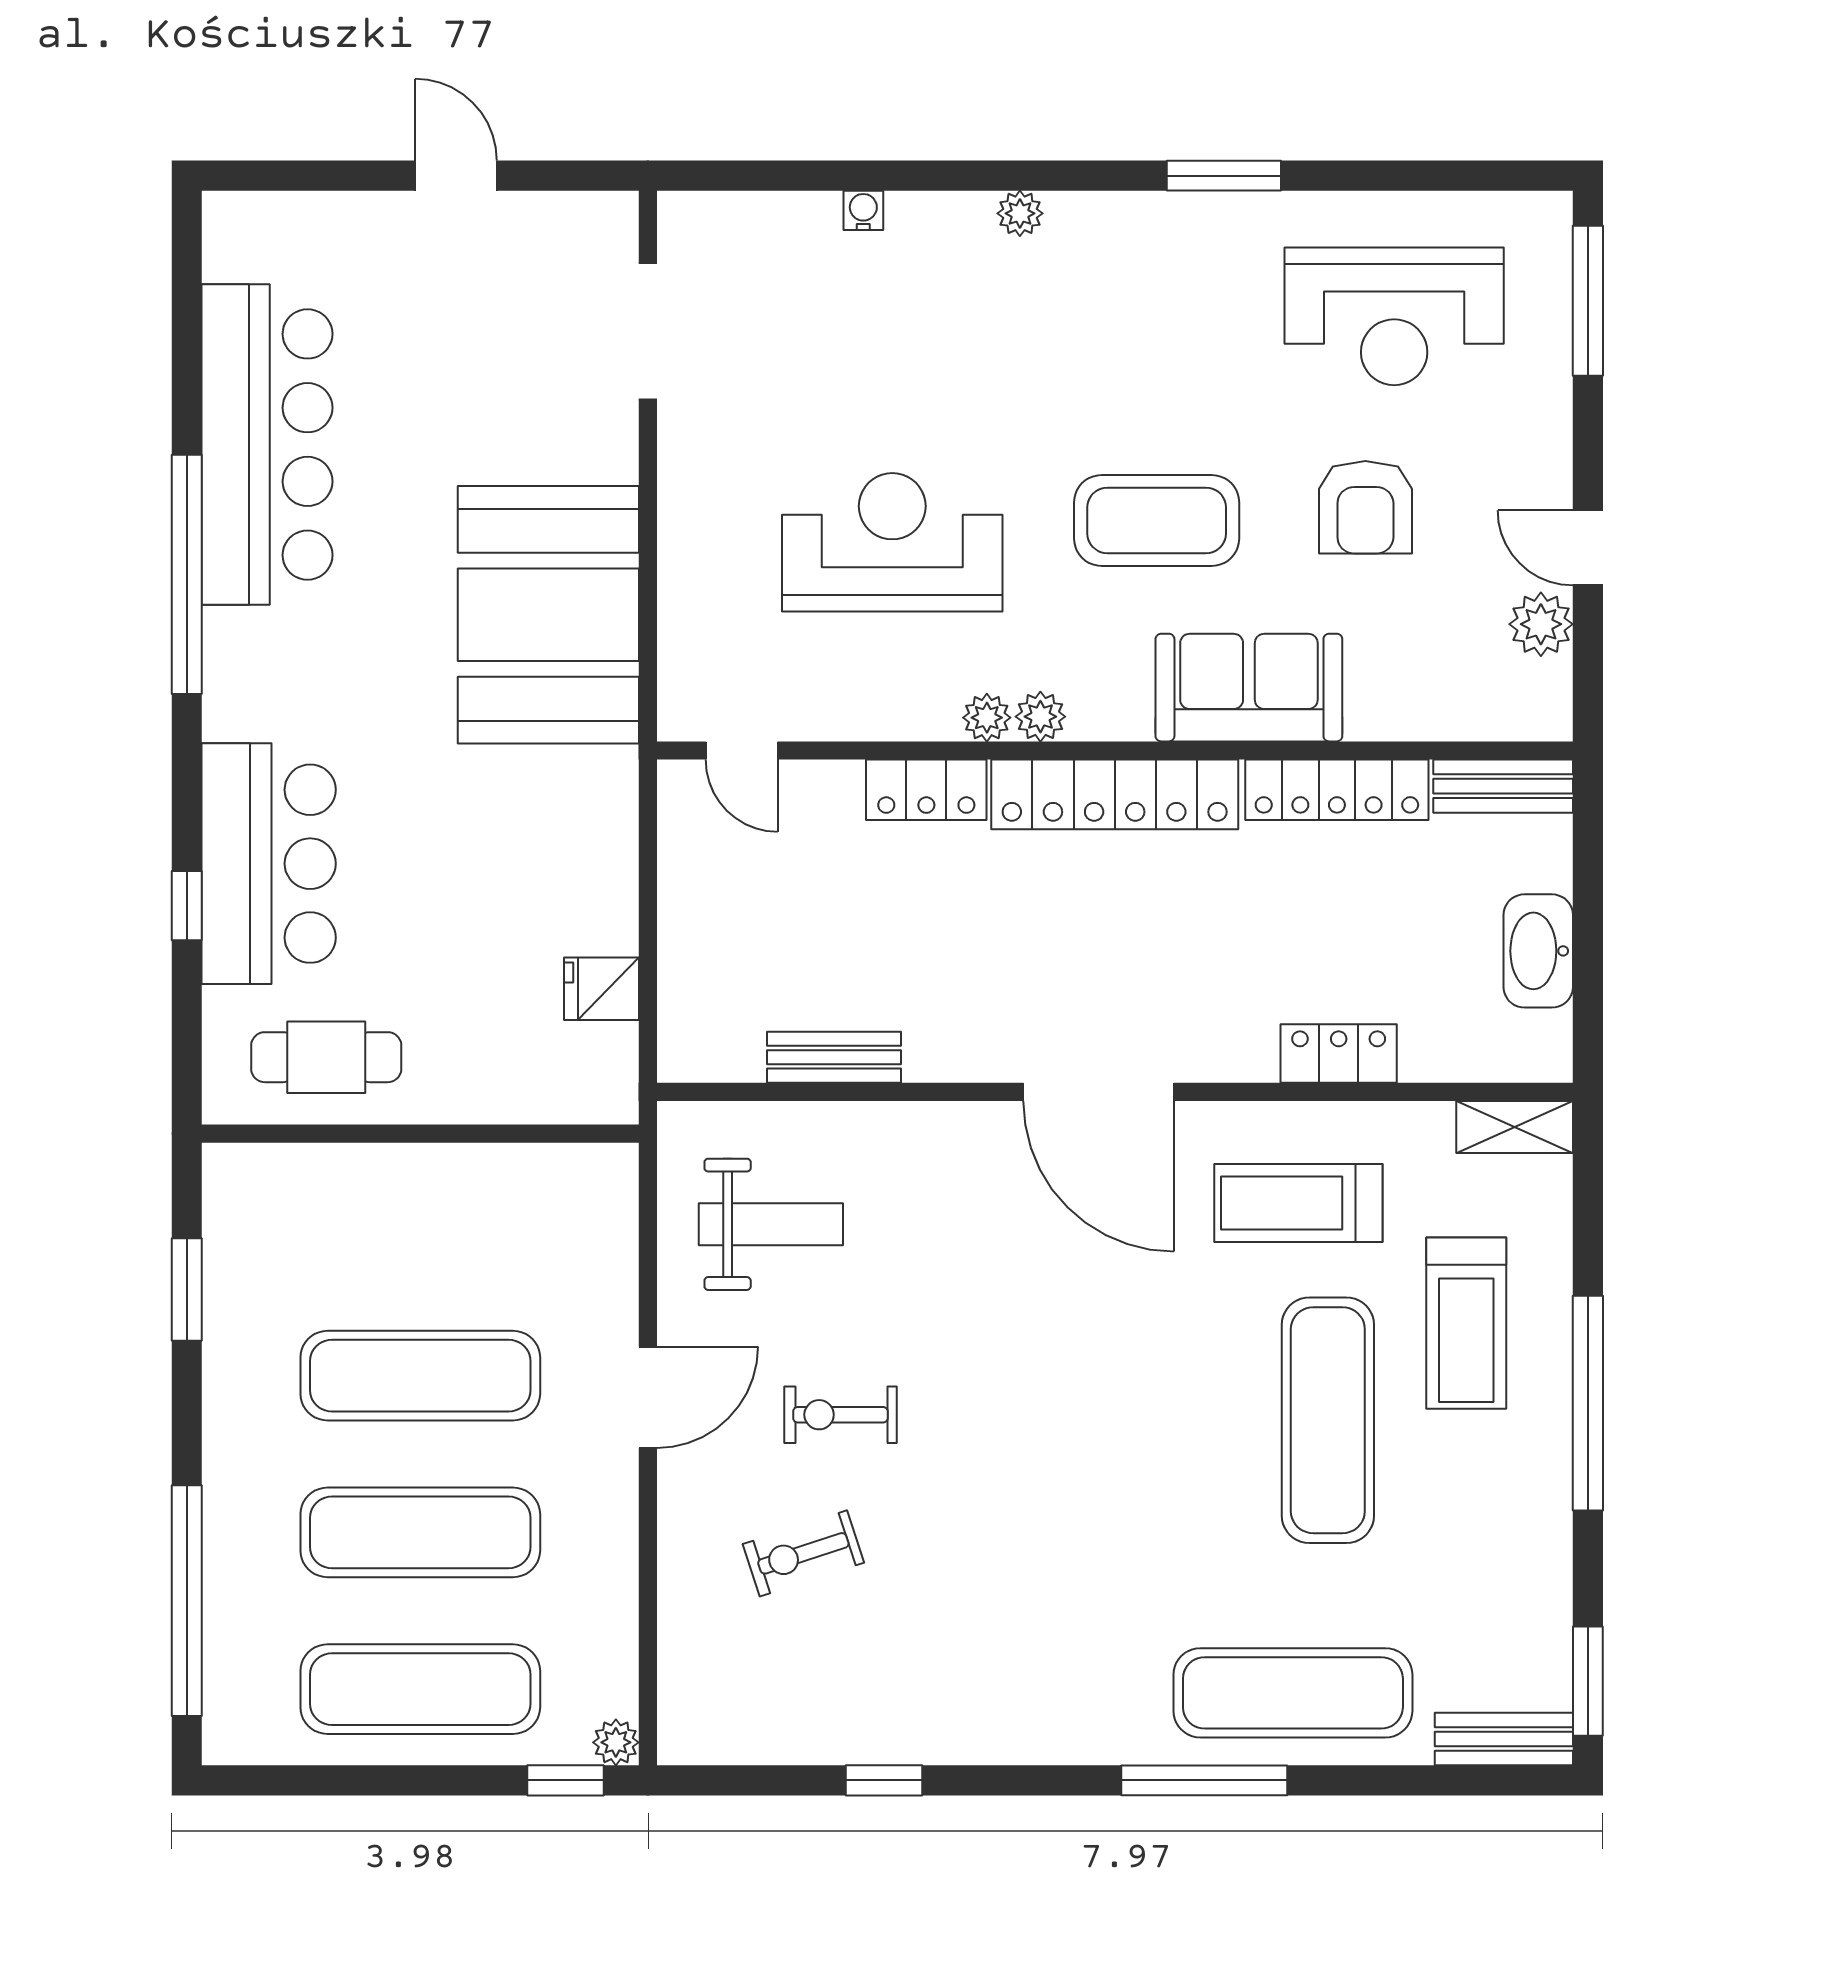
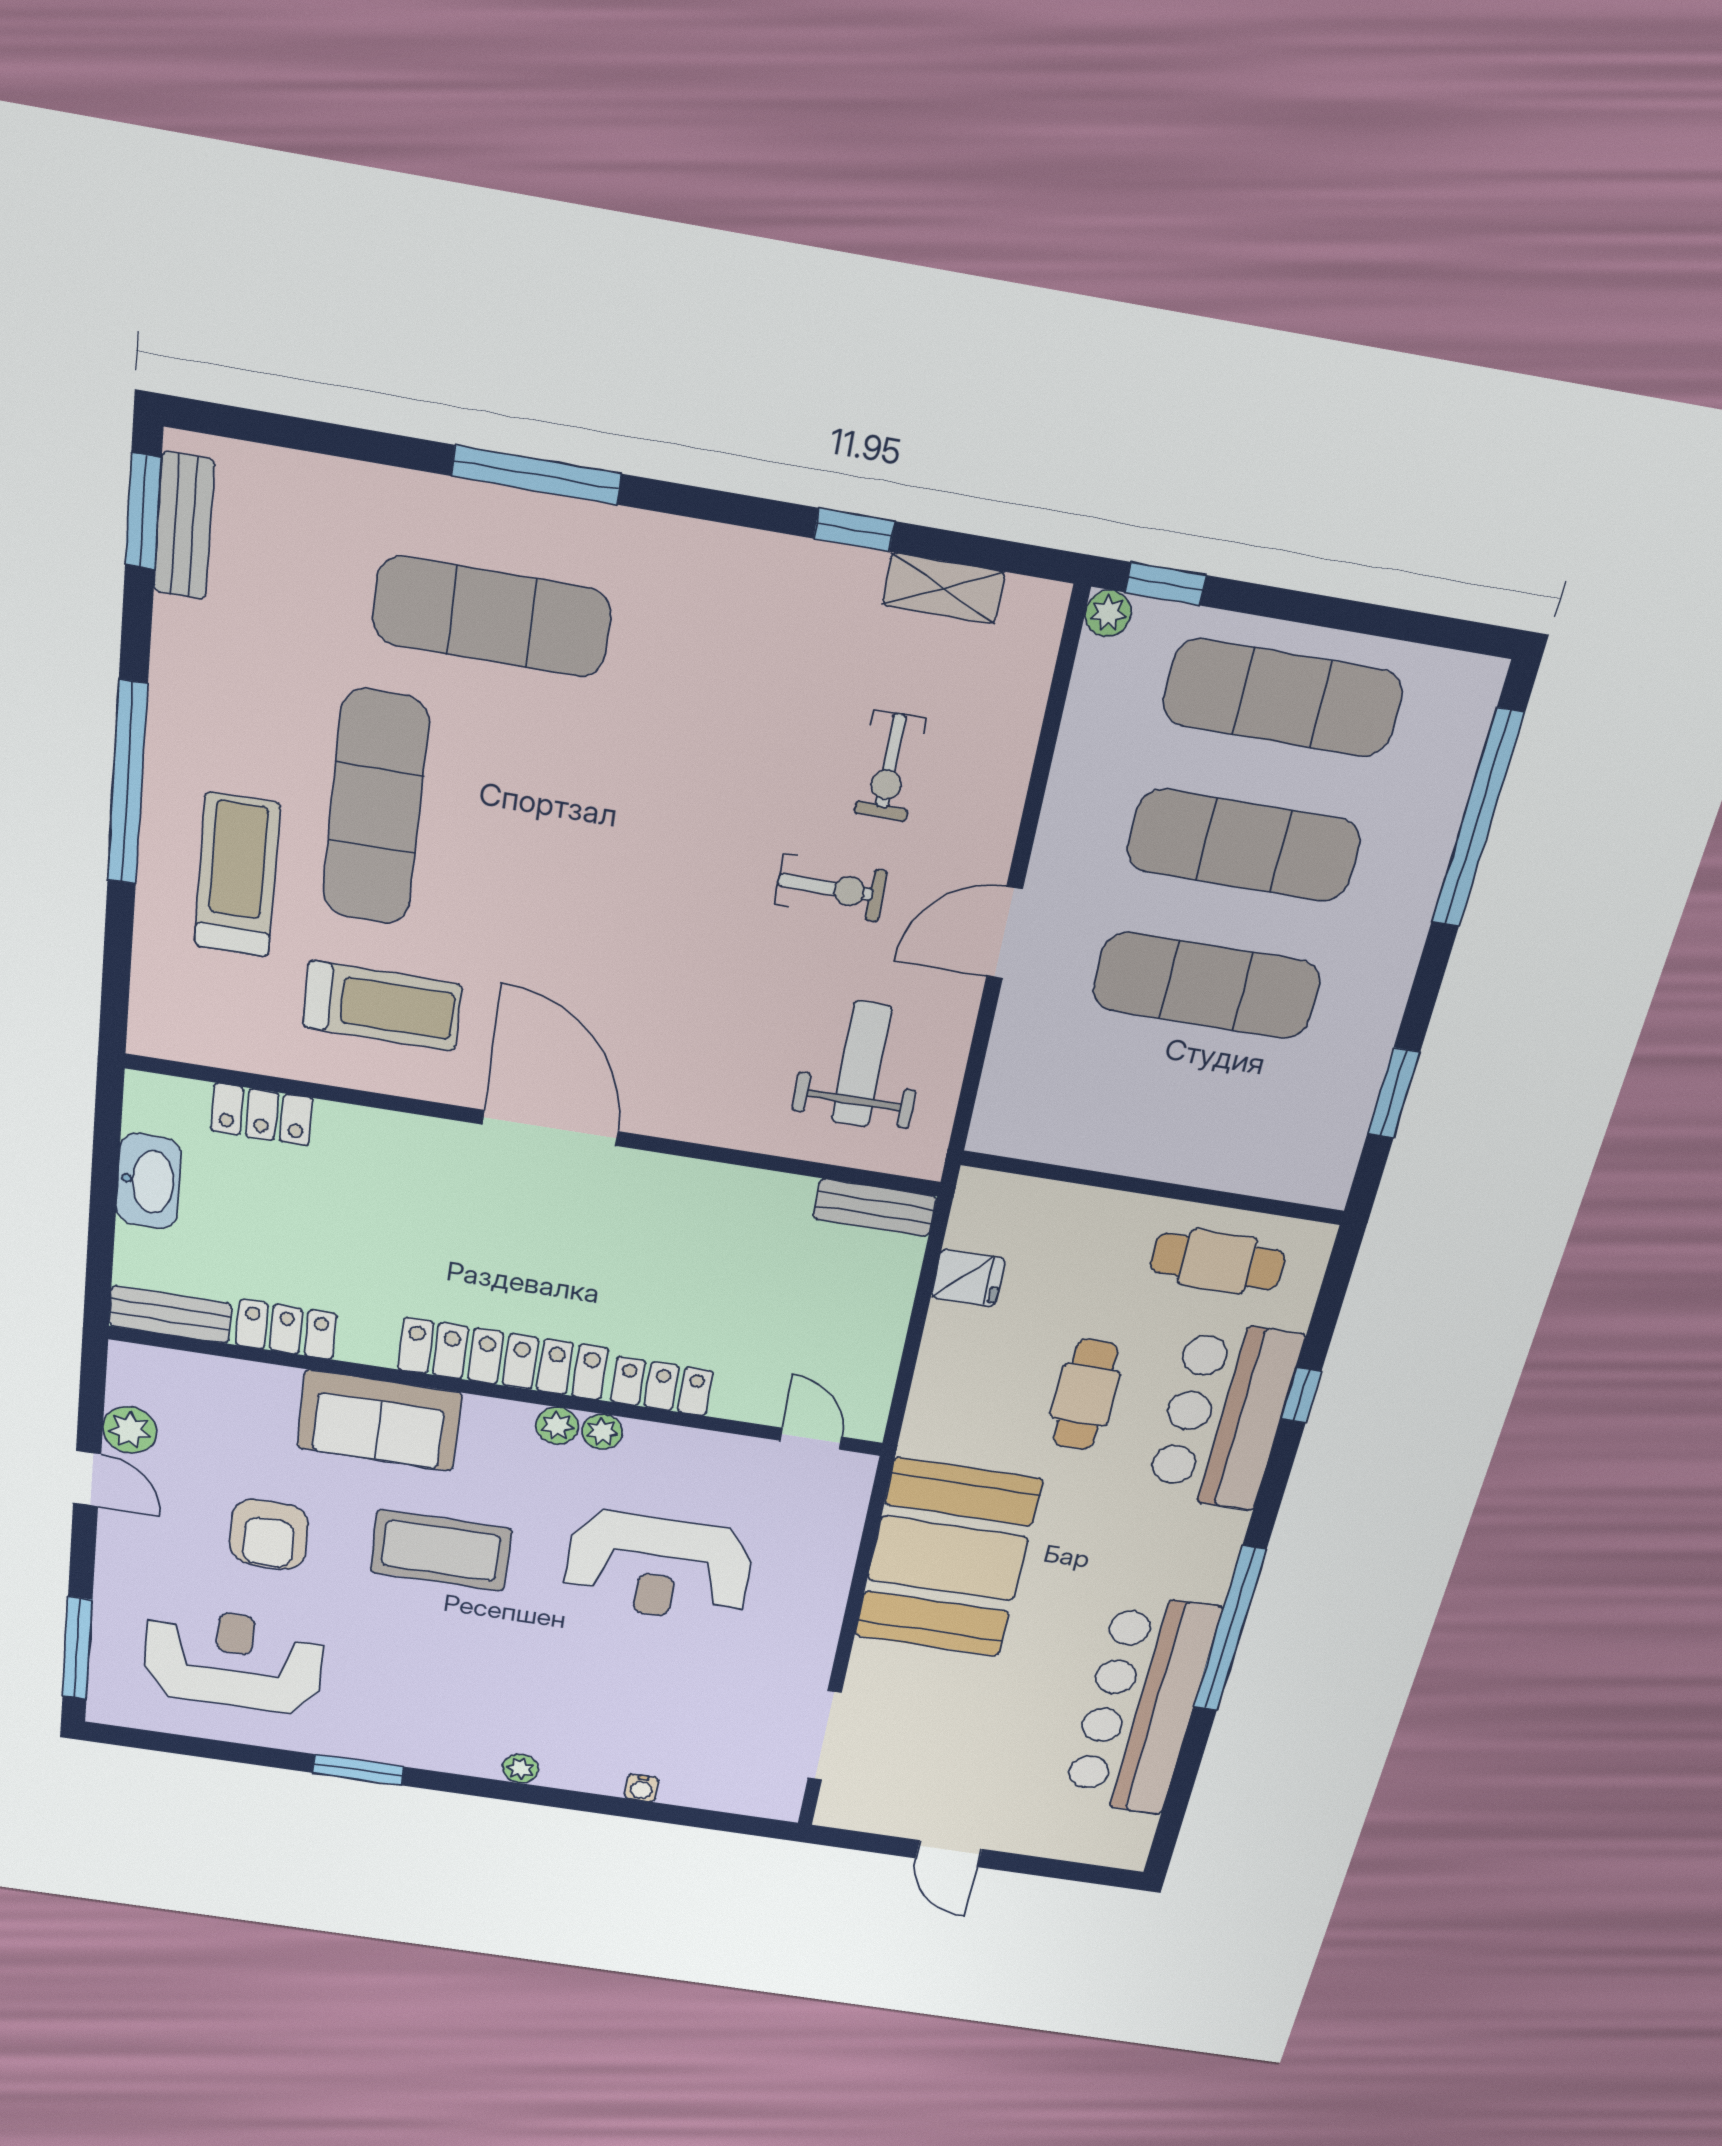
armchair: (1365, 507) -> (269, 1534), turned 180
locker: (1337, 790) -> (286, 1329), width x0.66
cafe table: (435, 863) -> (1085, 1395), added
locker: (1339, 1053) -> (262, 1115), moved
bench: (834, 1057) -> (875, 1208), moved
shelving: (1515, 1127) -> (943, 588), moved
weight bench: (771, 1224) -> (861, 1064), turned 90
exercise bike: (803, 1553) -> (890, 766), turned 108
exercise mat: (1293, 1693) -> (492, 617), moved
bench: (1504, 1739) -> (184, 526), moved, turned 90

